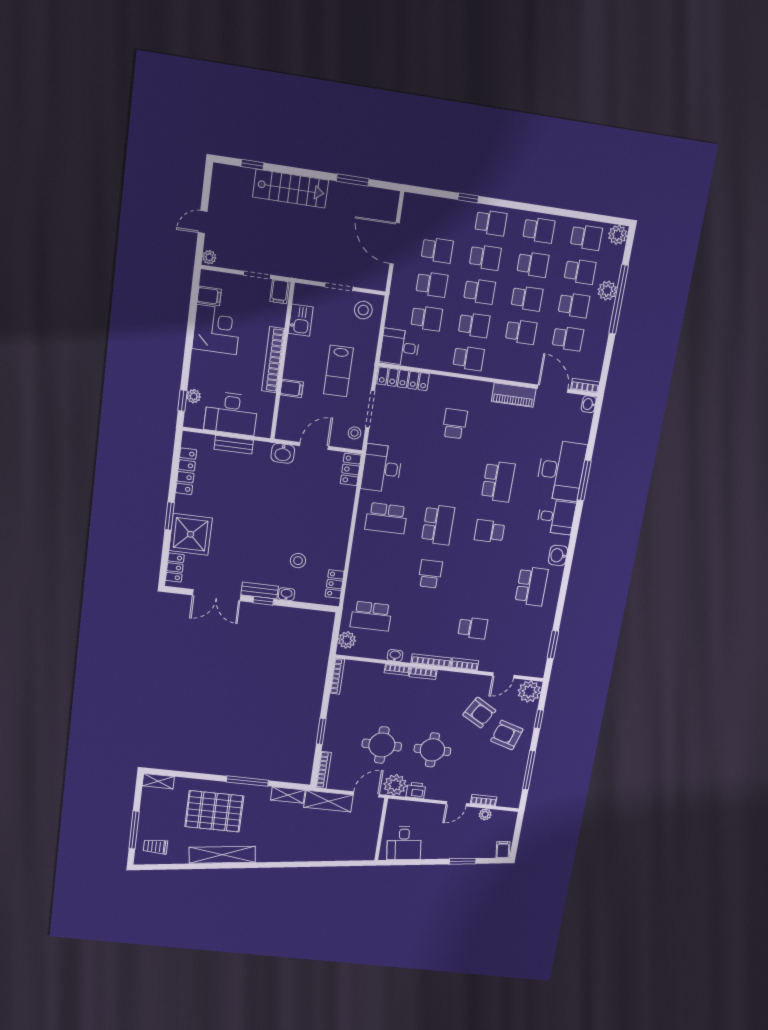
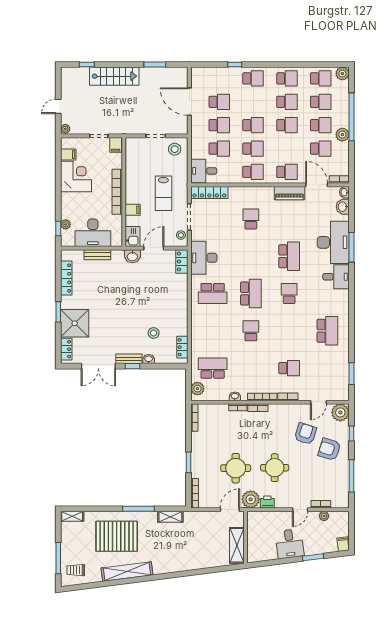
school desk: (485, 257) -> (253, 102), removed
plant: (607, 291) -> (342, 135), moved
kitchen sink: (301, 320) -> (133, 237), moved
school desk: (521, 332) -> (287, 172), moved
school desk: (490, 531) -> (289, 294), turned 90
washbasin: (558, 555) -> (343, 207), moved
school desk: (371, 616) -> (213, 368), turned 180
armchair: (479, 713) -> (305, 434), turned -103
shelving: (328, 801) -> (237, 545), moved, turned 90
desk: (404, 843) -> (290, 544), moved

